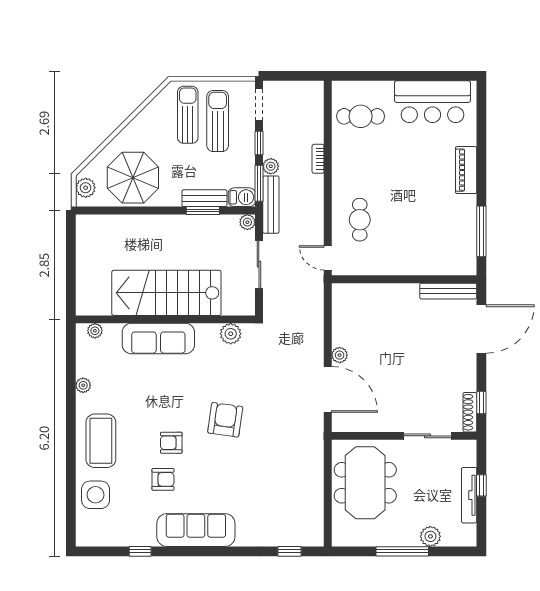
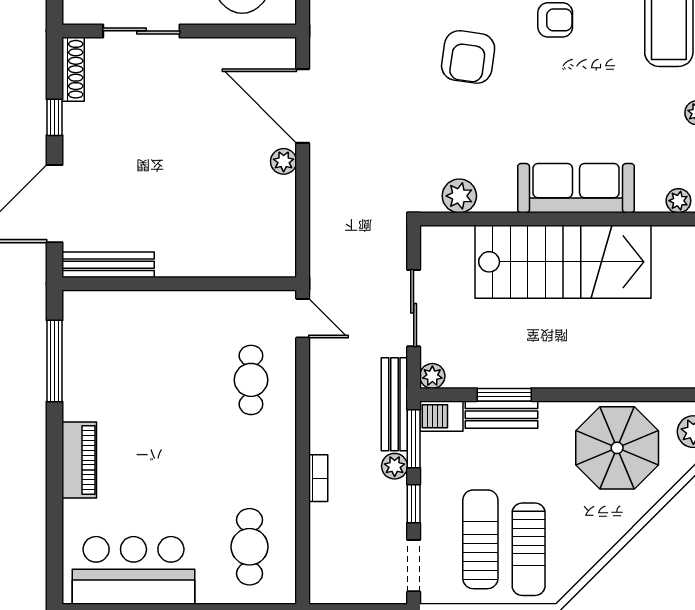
cafe table: (361, 116) -> (250, 547), turned 90
sun lounger: (218, 121) -> (480, 539), turned 180
window: (481, 402) -> (55, 117), moved

